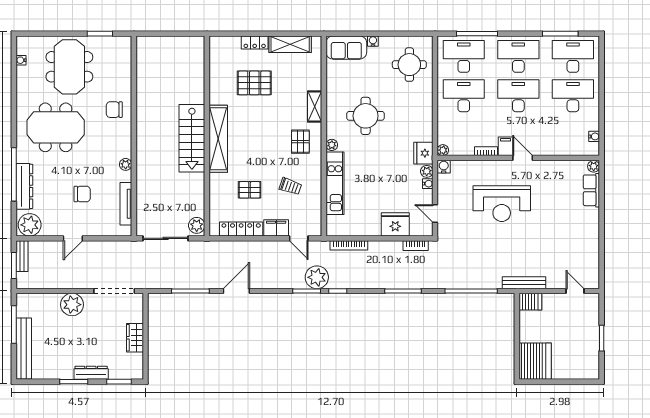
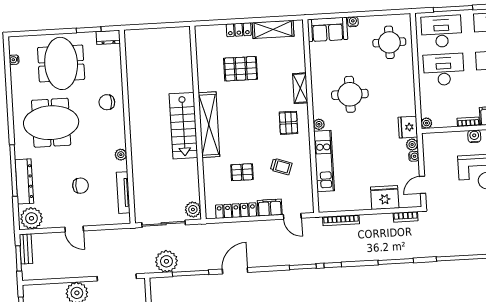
dresser: (119, 43) -> (108, 37), added
water cooler: (444, 167) -> (474, 136), moved
door: (435, 214) -> (422, 185), hinge flipped
door: (73, 238) -> (74, 229), hinge flipped
plant: (317, 277) -> (166, 261), moved

